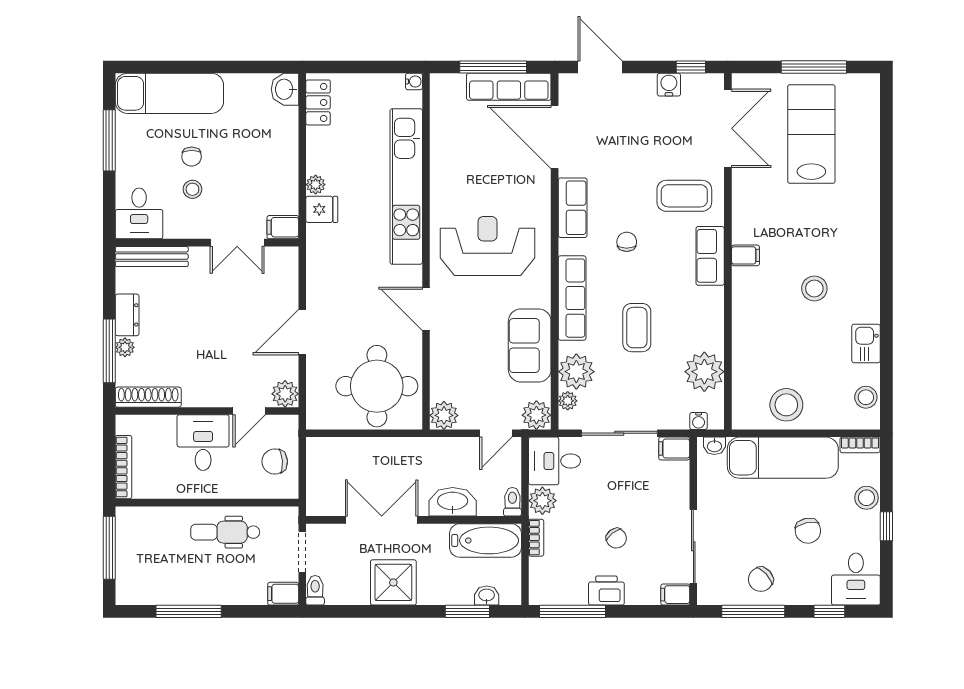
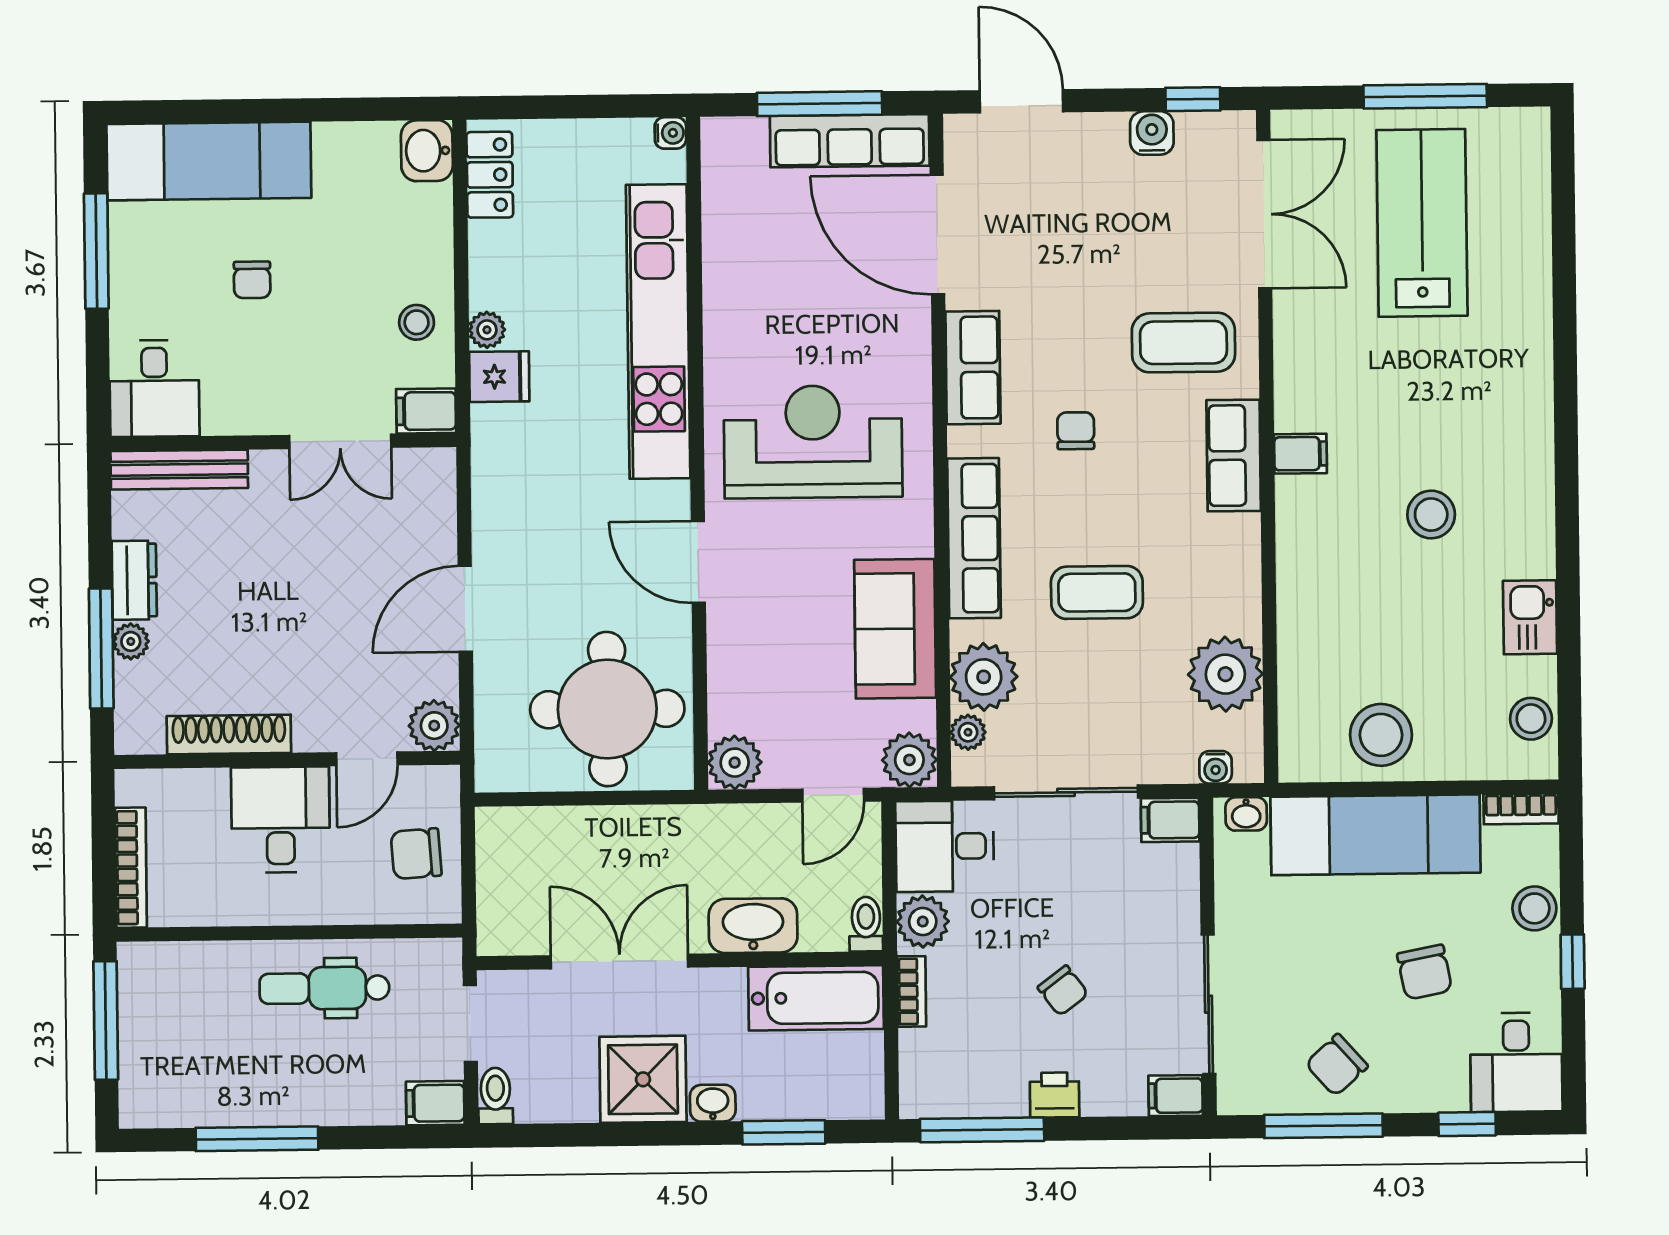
stool: (192, 189) -> (417, 322), moved
coffee table: (637, 328) -> (1097, 592), turned 90
shoe rack: (148, 397) -> (229, 734), moved
printer: (606, 591) -> (1055, 1095), width x0.73, depth x0.81
washbasin: (487, 596) -> (713, 1103), moved

